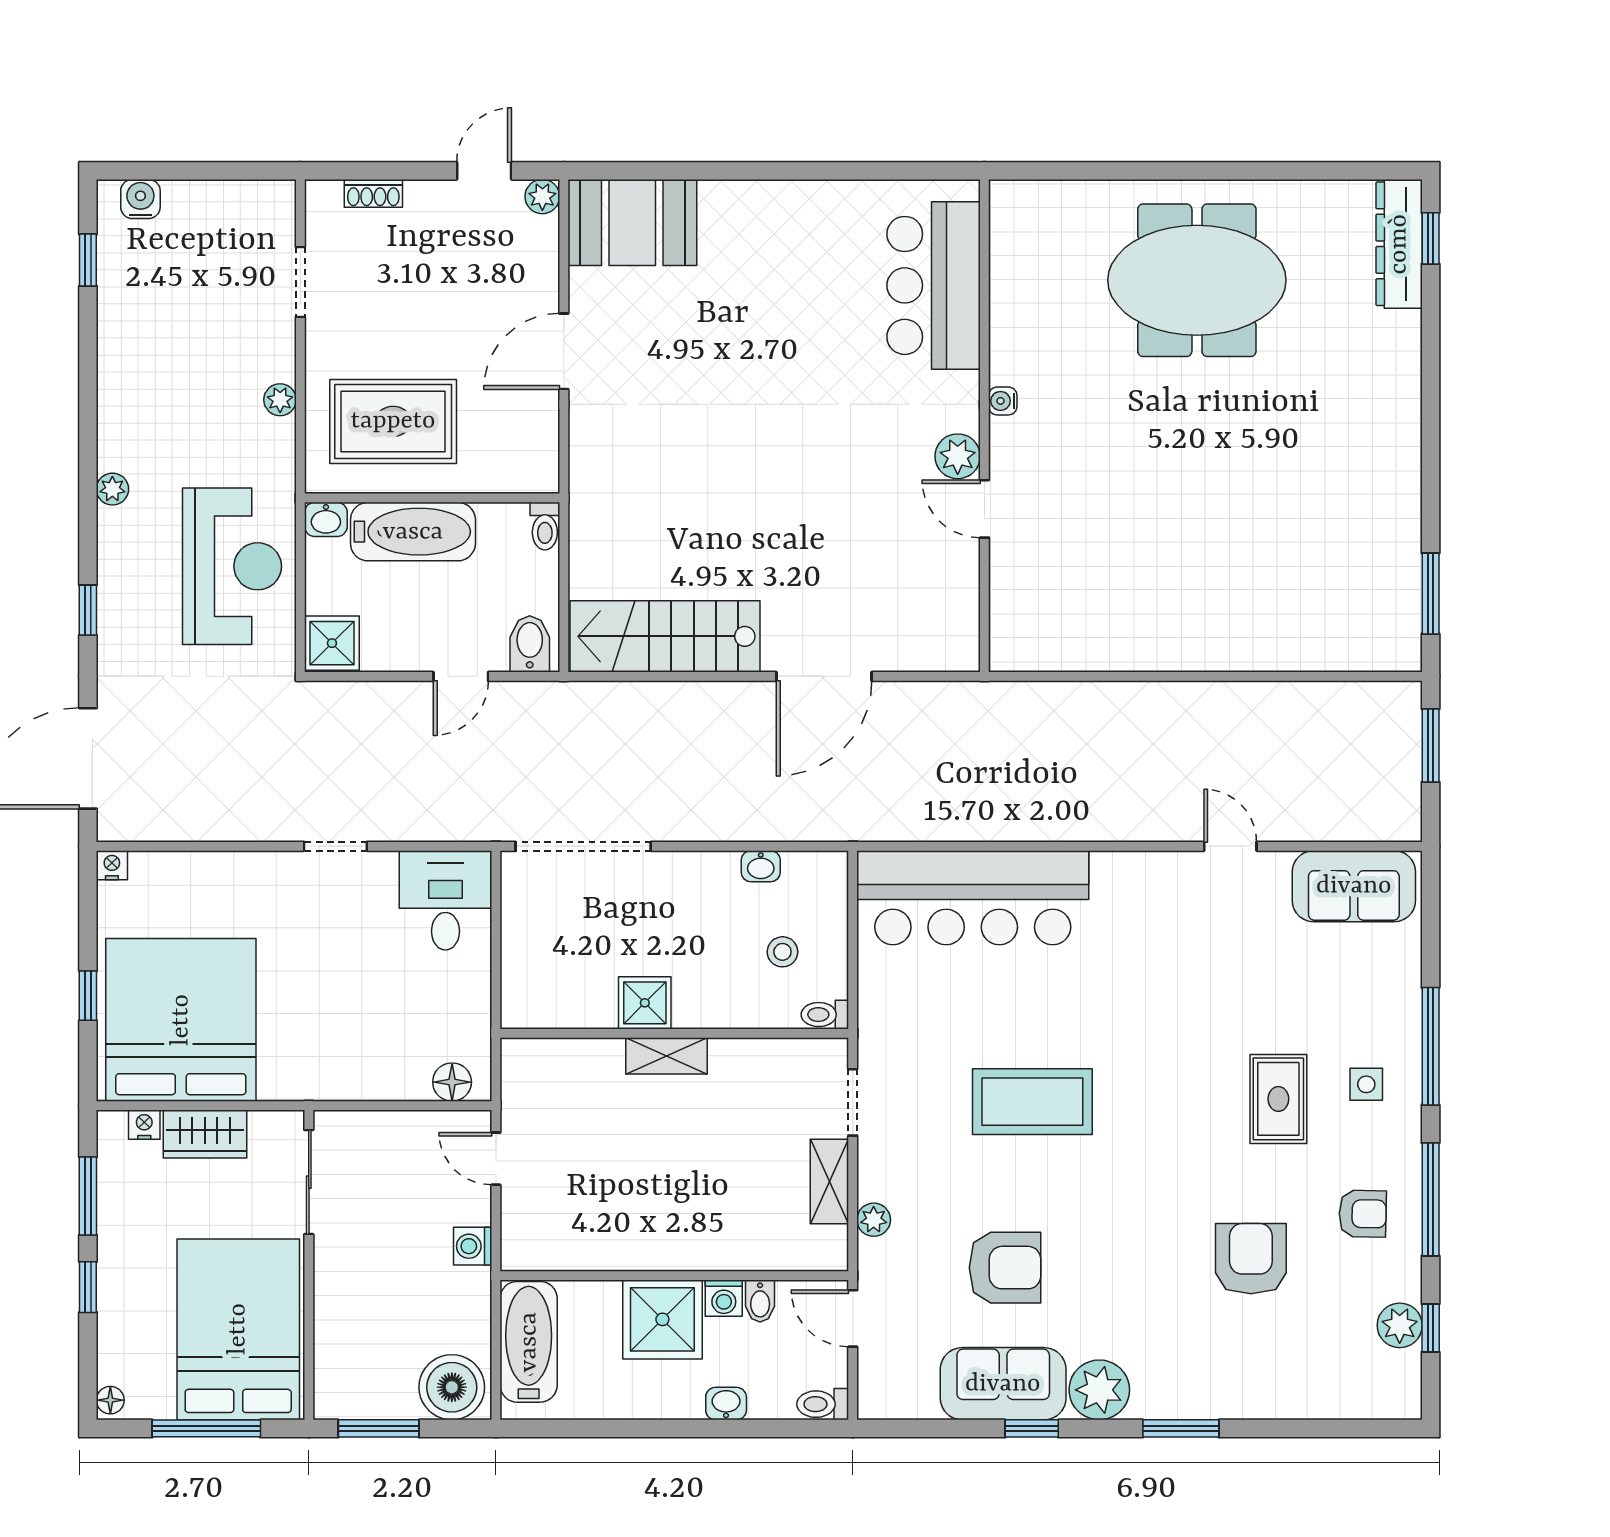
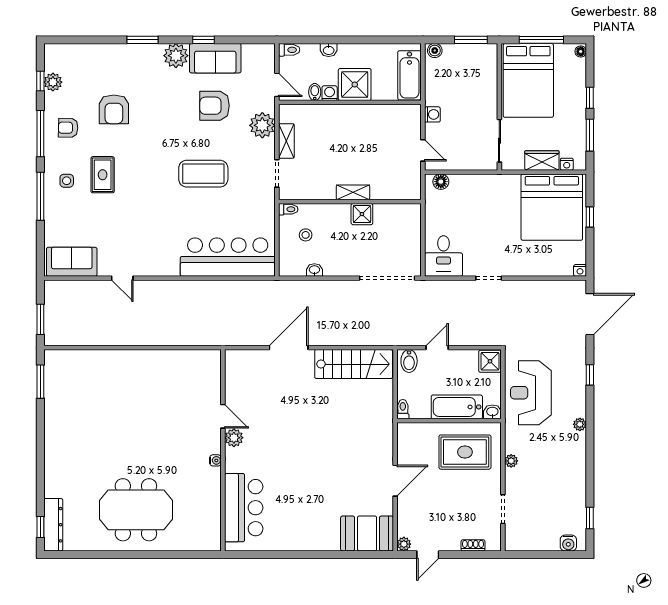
plant: (874, 1220) -> (262, 125), width x1.87, depth x1.87
boiler: (452, 1387) -> (435, 51), width x0.54, depth x0.54

